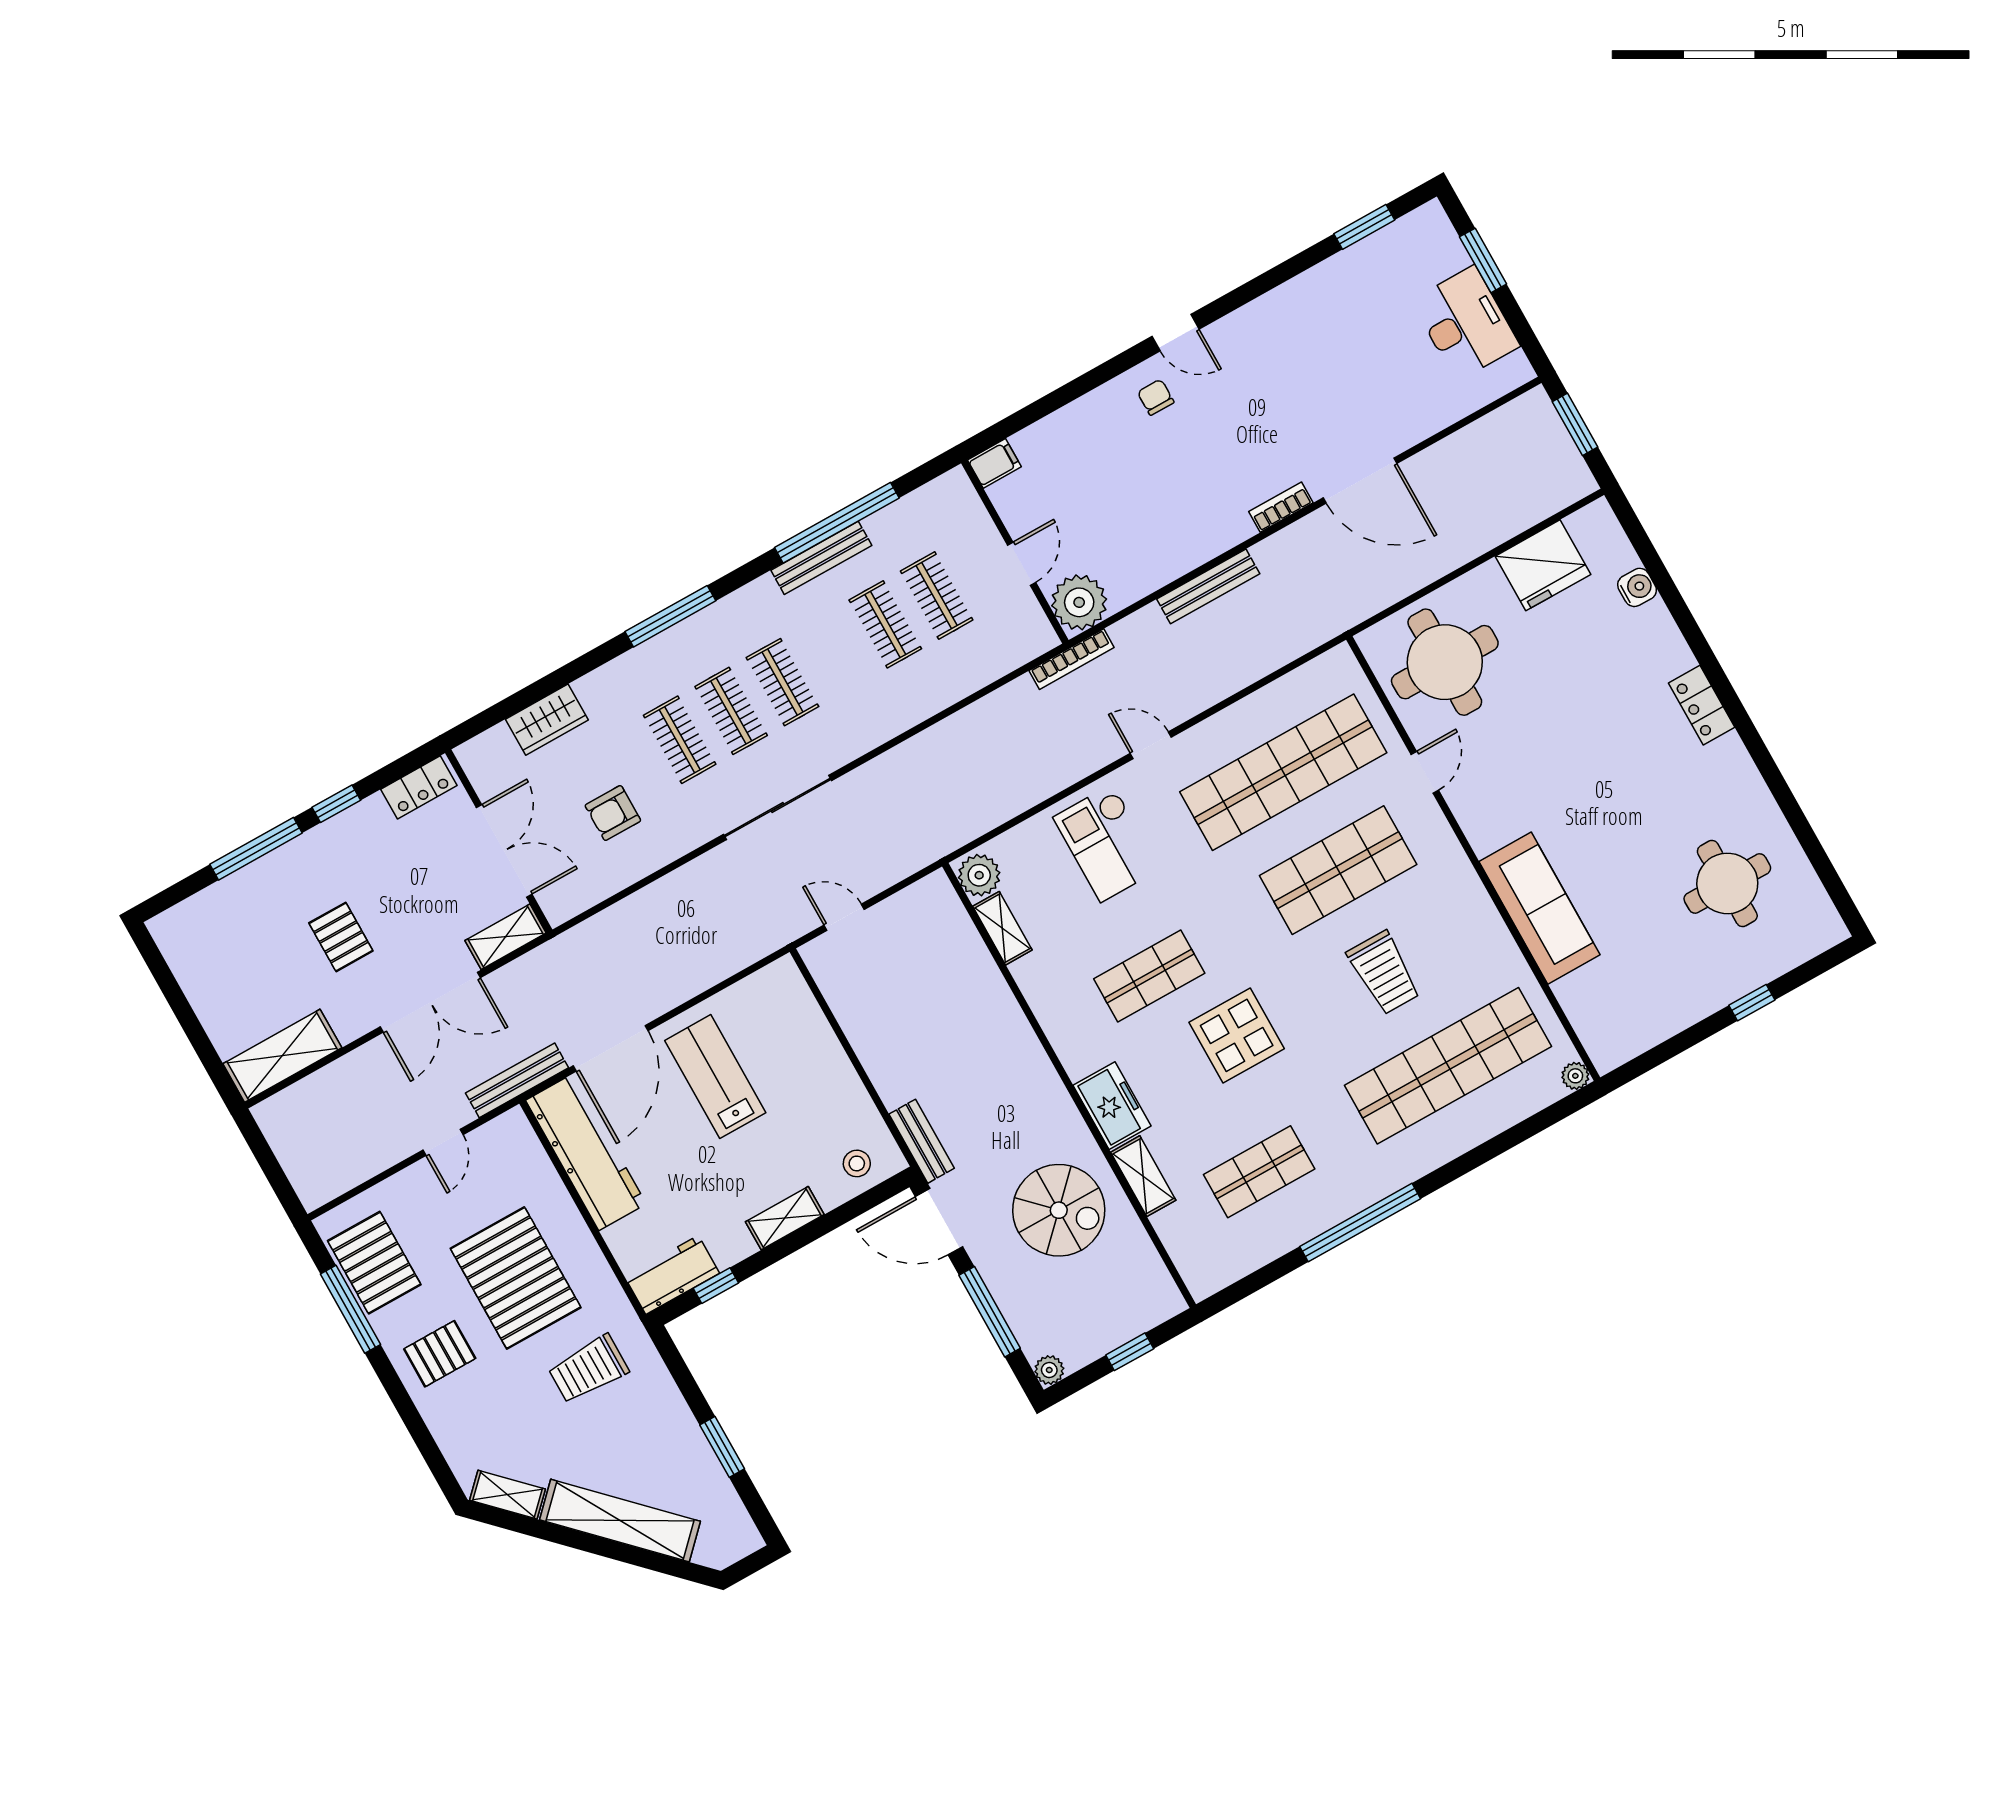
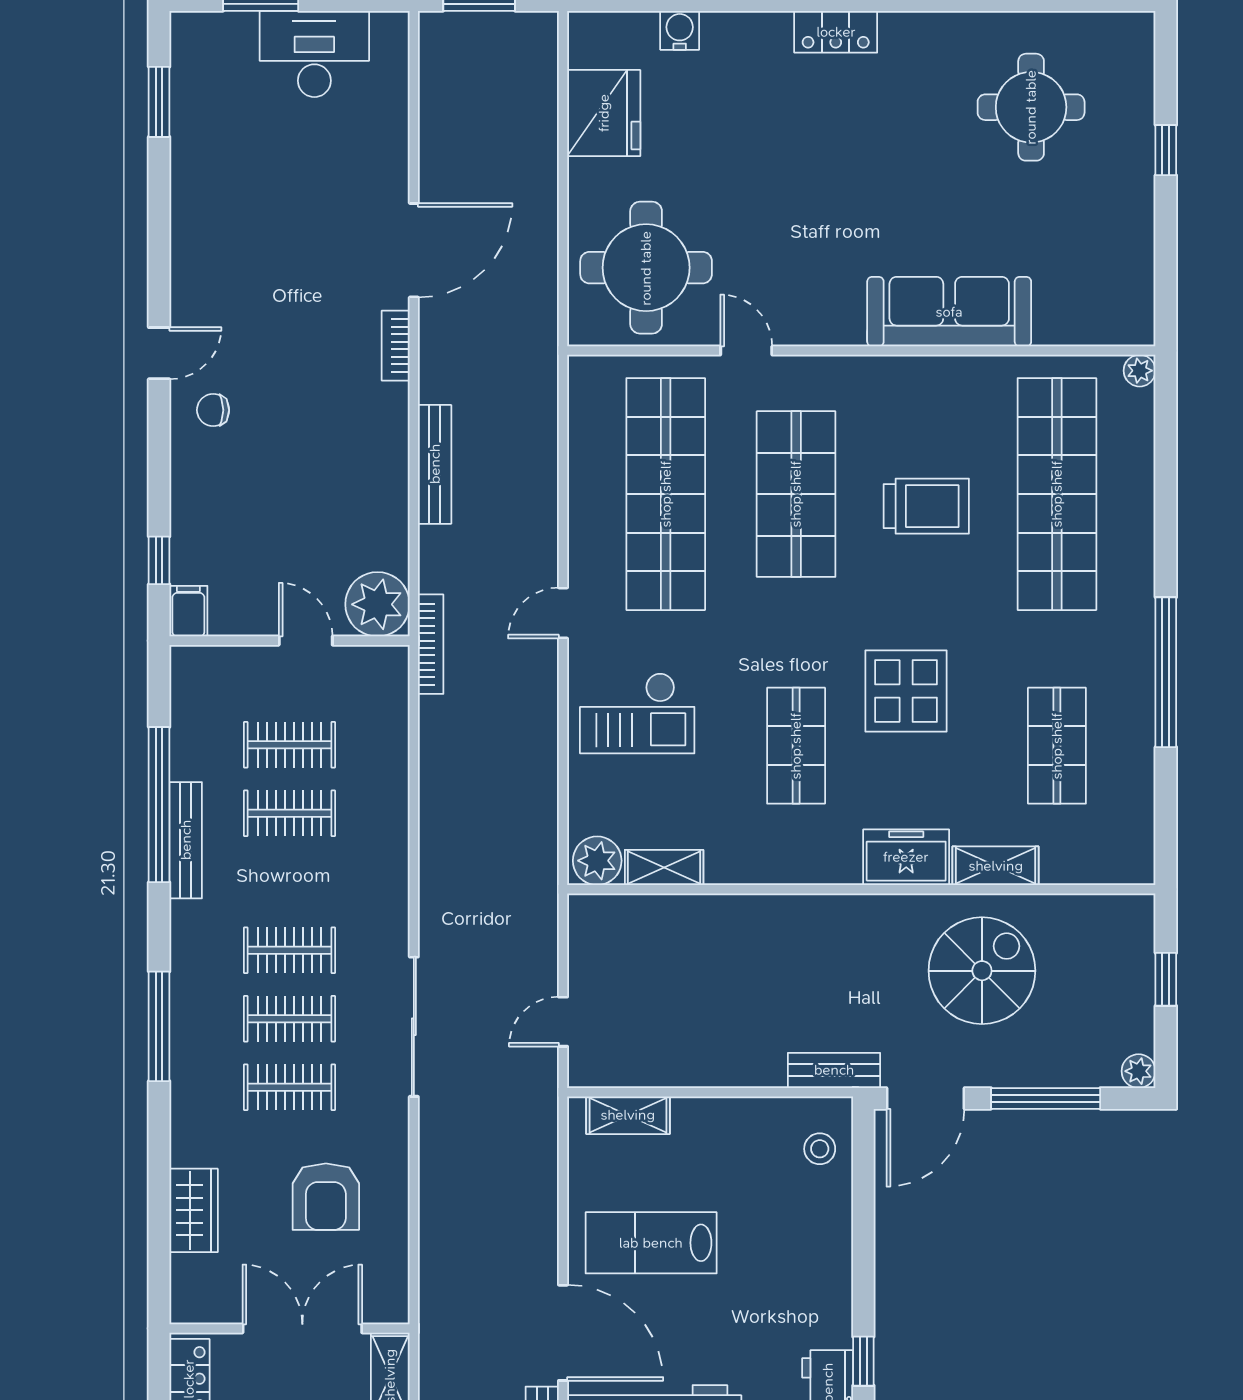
window: (1020, 420) -> (159, 560), added
armchair: (613, 813) -> (326, 1197), width x1.38, depth x1.38
shelving: (785, 1218) -> (628, 1115), moved, turned 90

